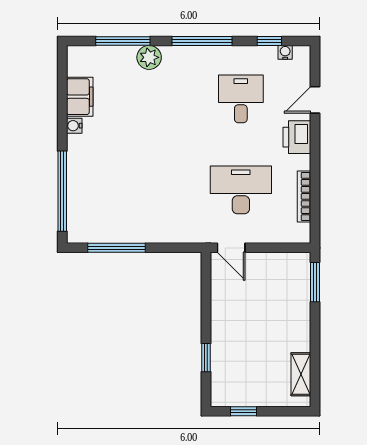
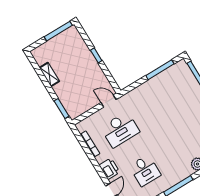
window: (206, 358) -> (96, 55), moved
shelving: (301, 374) -> (49, 74), moved
window: (243, 411) -> (58, 31), width x2.17

